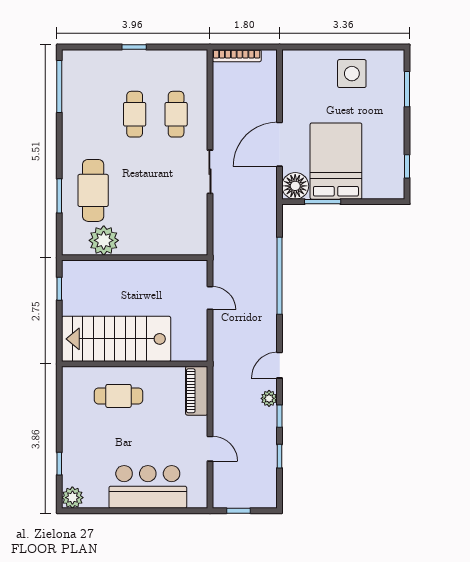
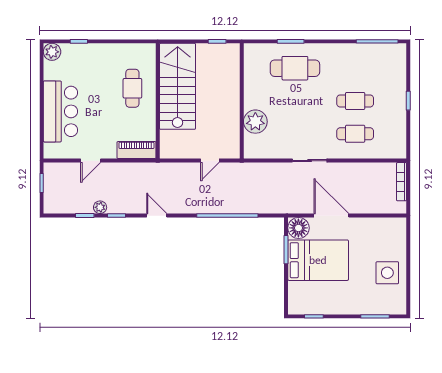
plant: (104, 240) -> (255, 122), moved
plant: (269, 398) -> (100, 207), moved

